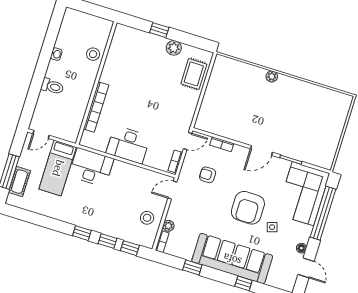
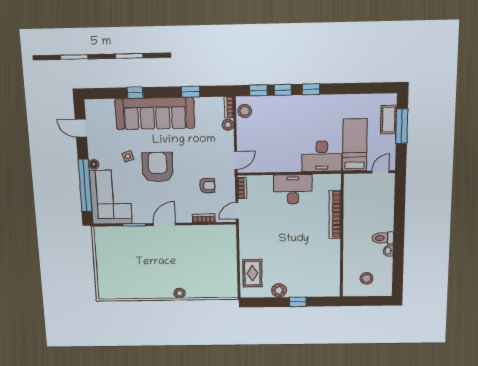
stool: (93, 54) -> (367, 278), moved
toilet: (52, 86) -> (383, 238), moved
stool: (147, 218) -> (245, 111), moved
floor lamp: (301, 248) -> (94, 164), moved

